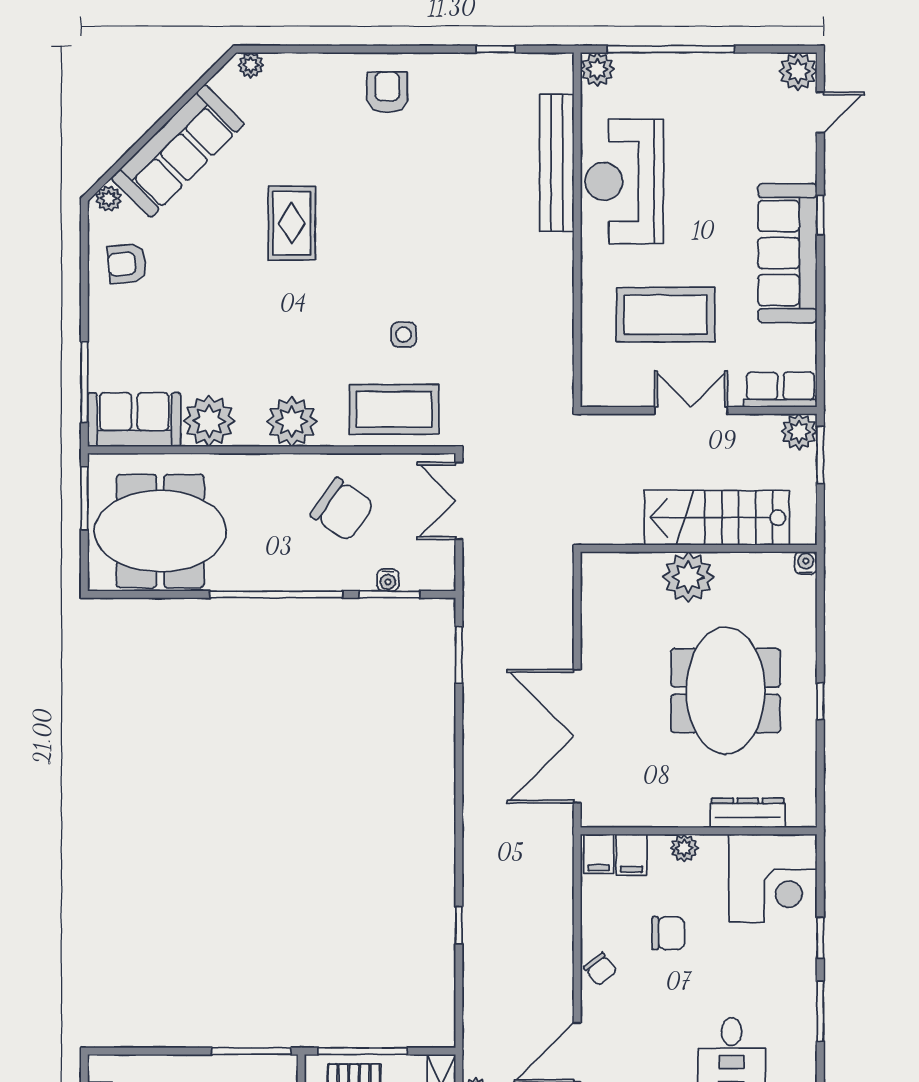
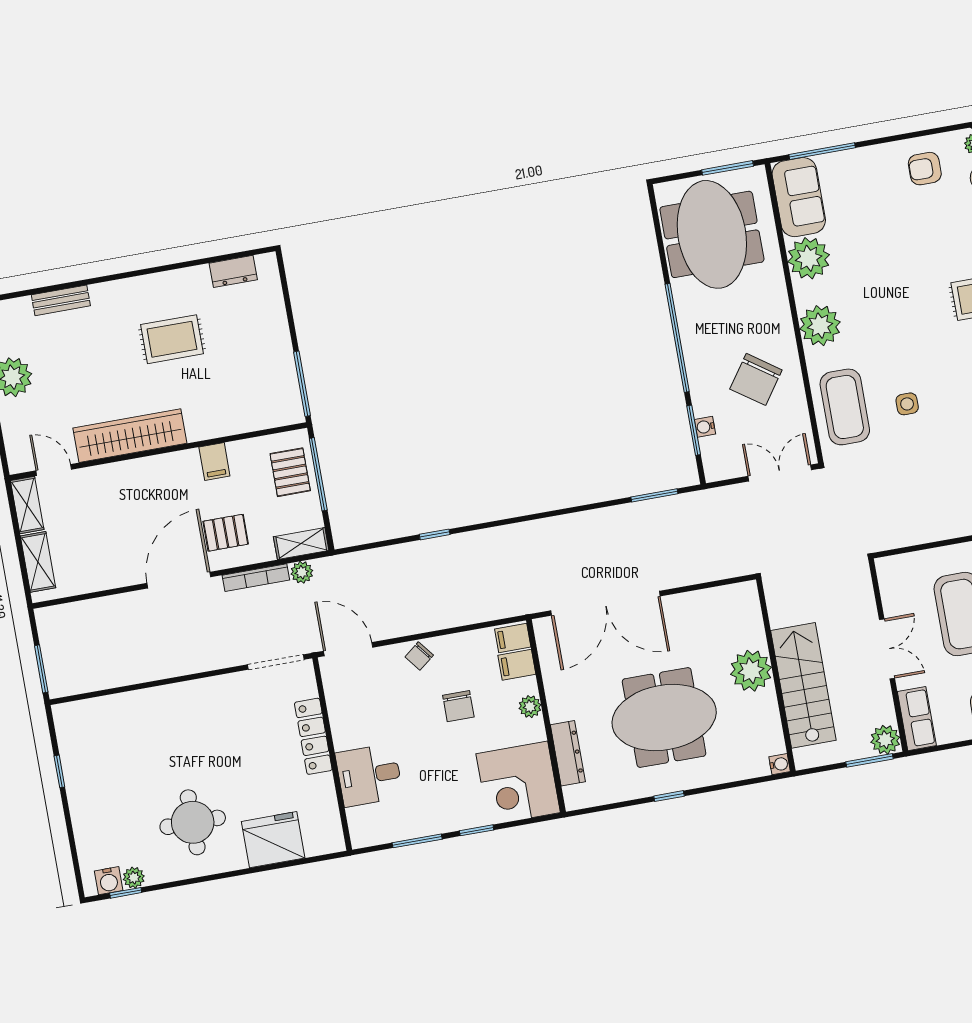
armchair: (127, 264) -> (925, 169), turned -85
double door: (577, 736) -> (605, 603), swing flipped

